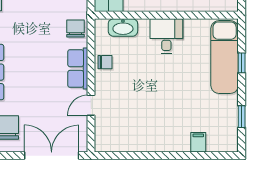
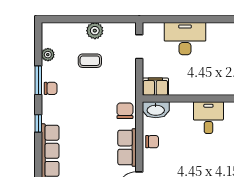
washbasin: (123, 27) -> (156, 110), moved

